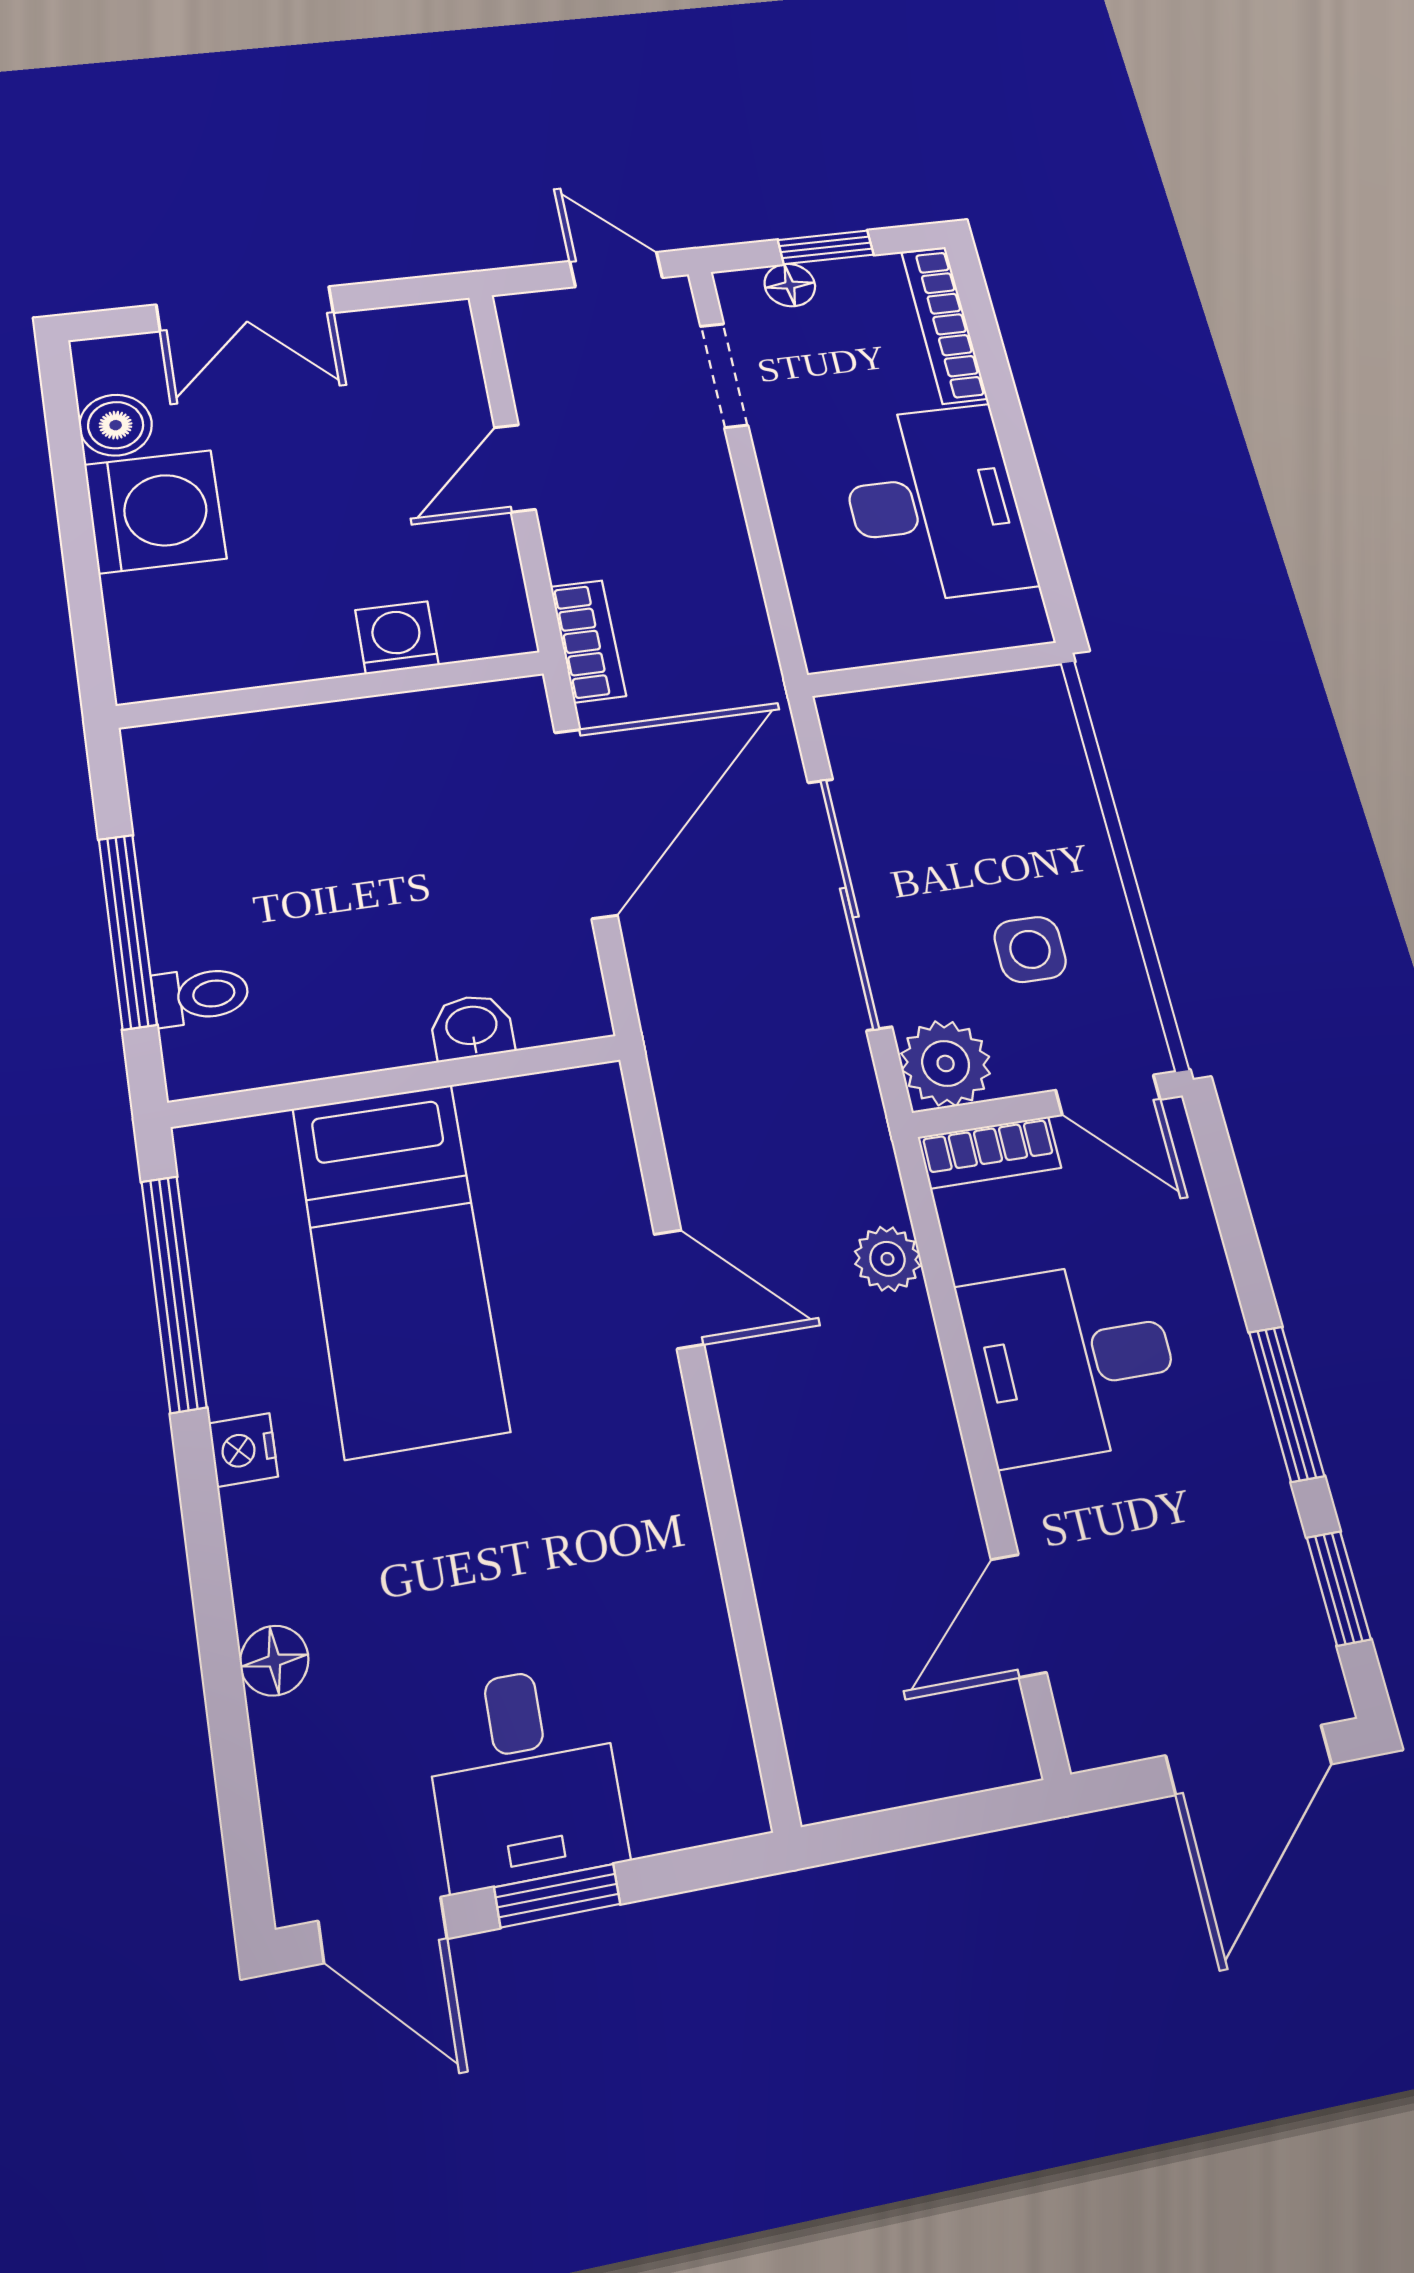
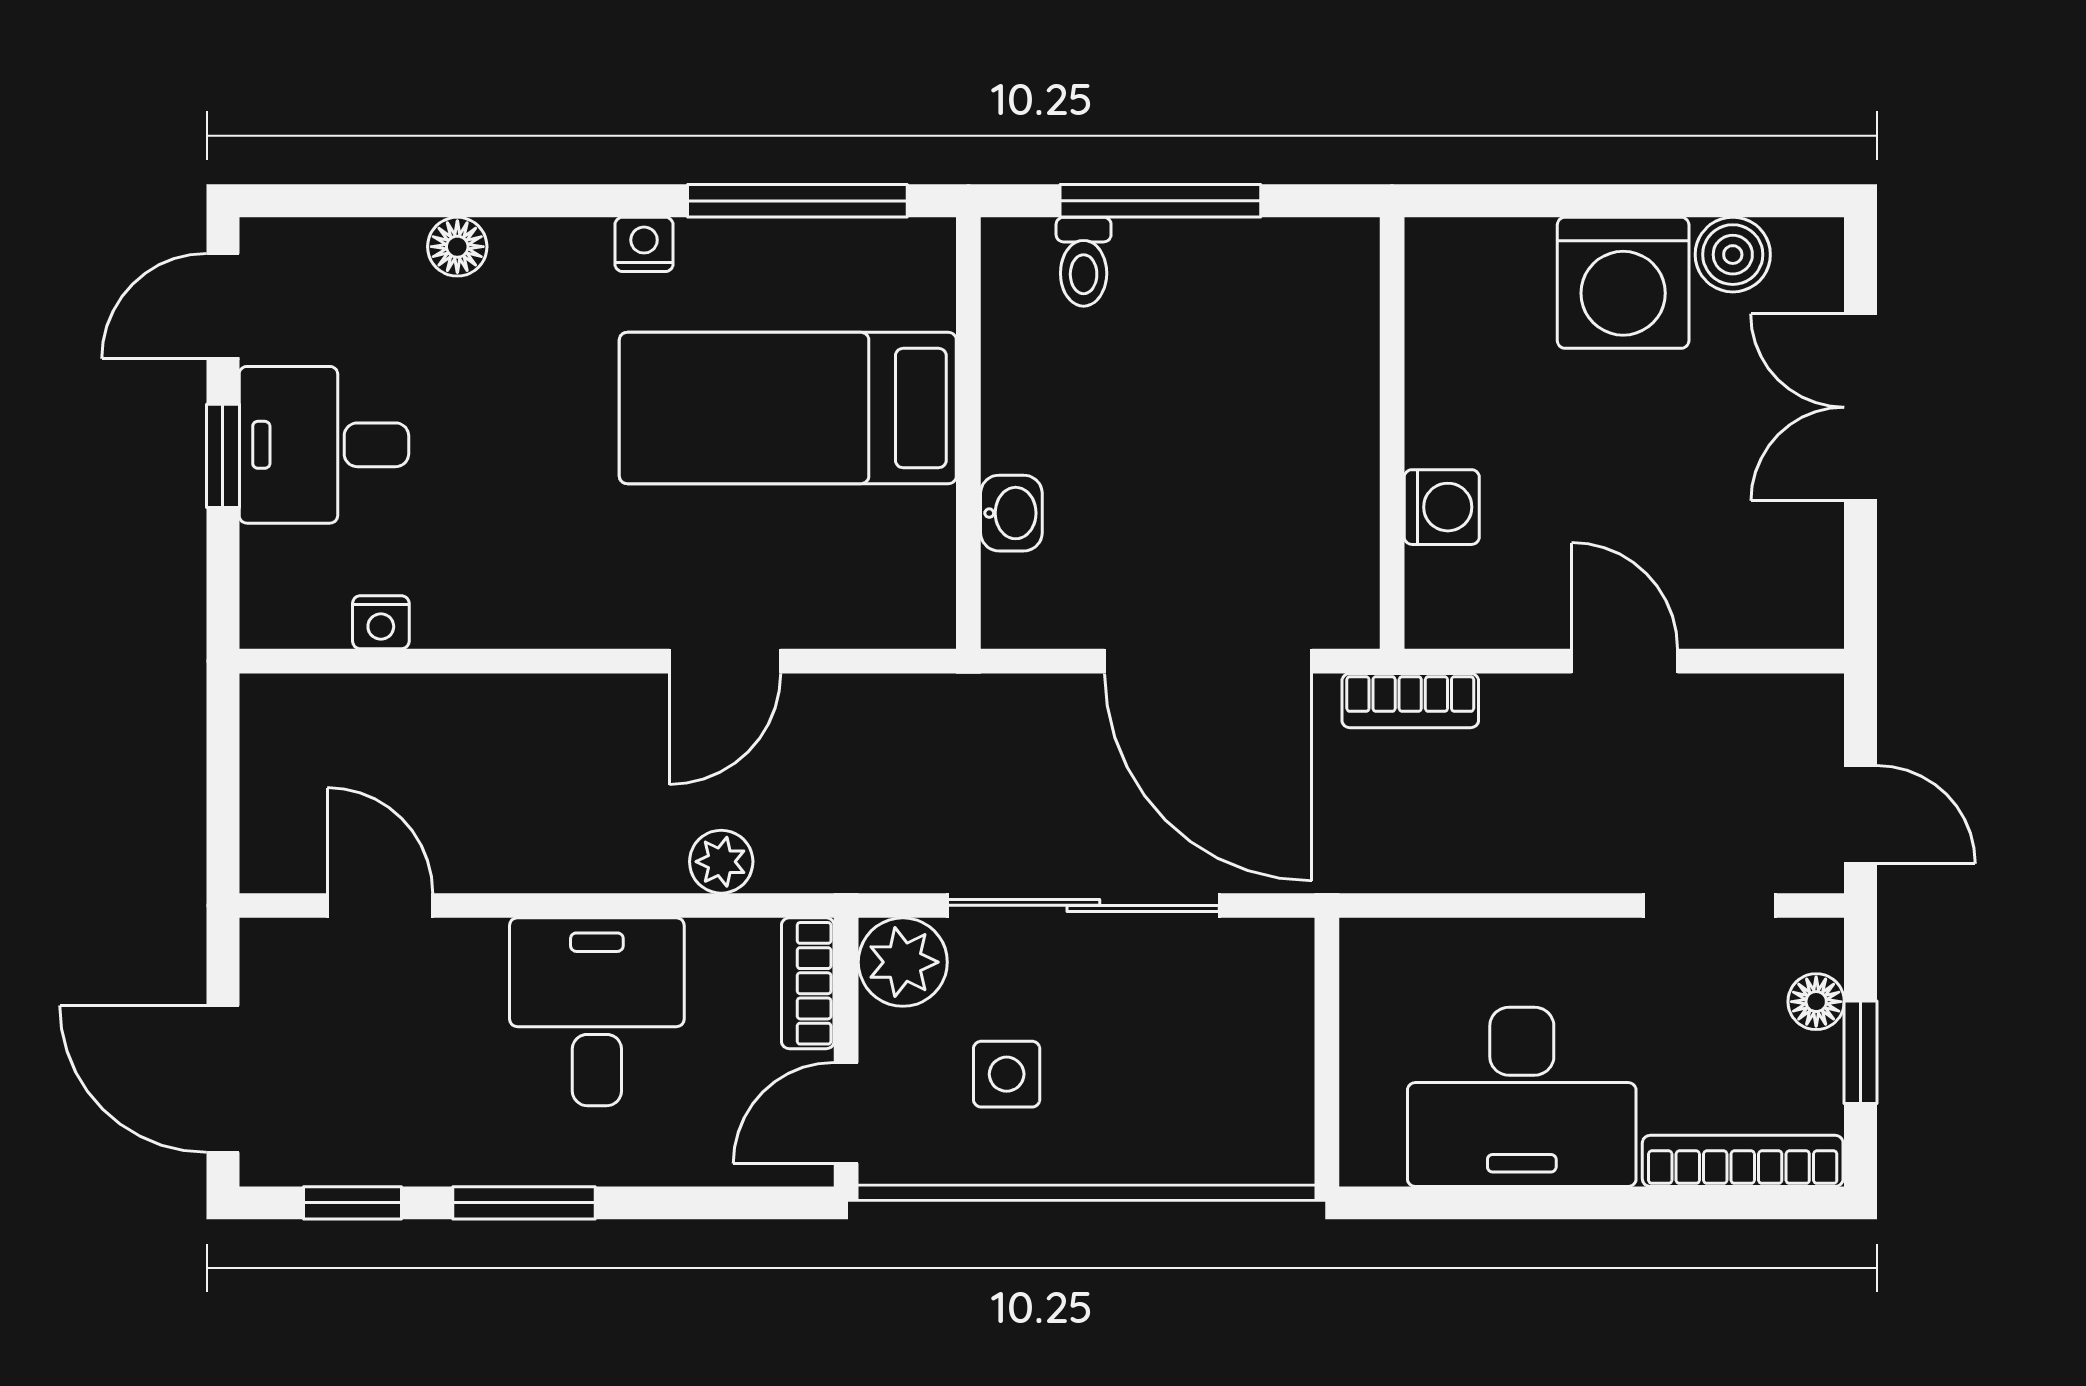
door: (616, 270) -> (1861, 815), hinge flipped
nightstand: (711, 1672) -> (381, 622), added

